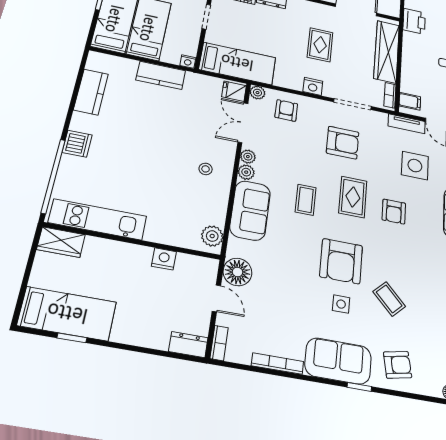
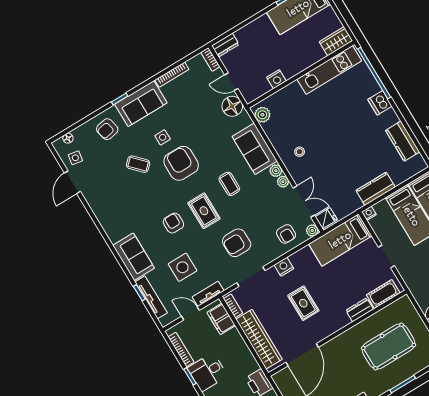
filing cabinet: (410, 101) -> (221, 319), width x2.00

